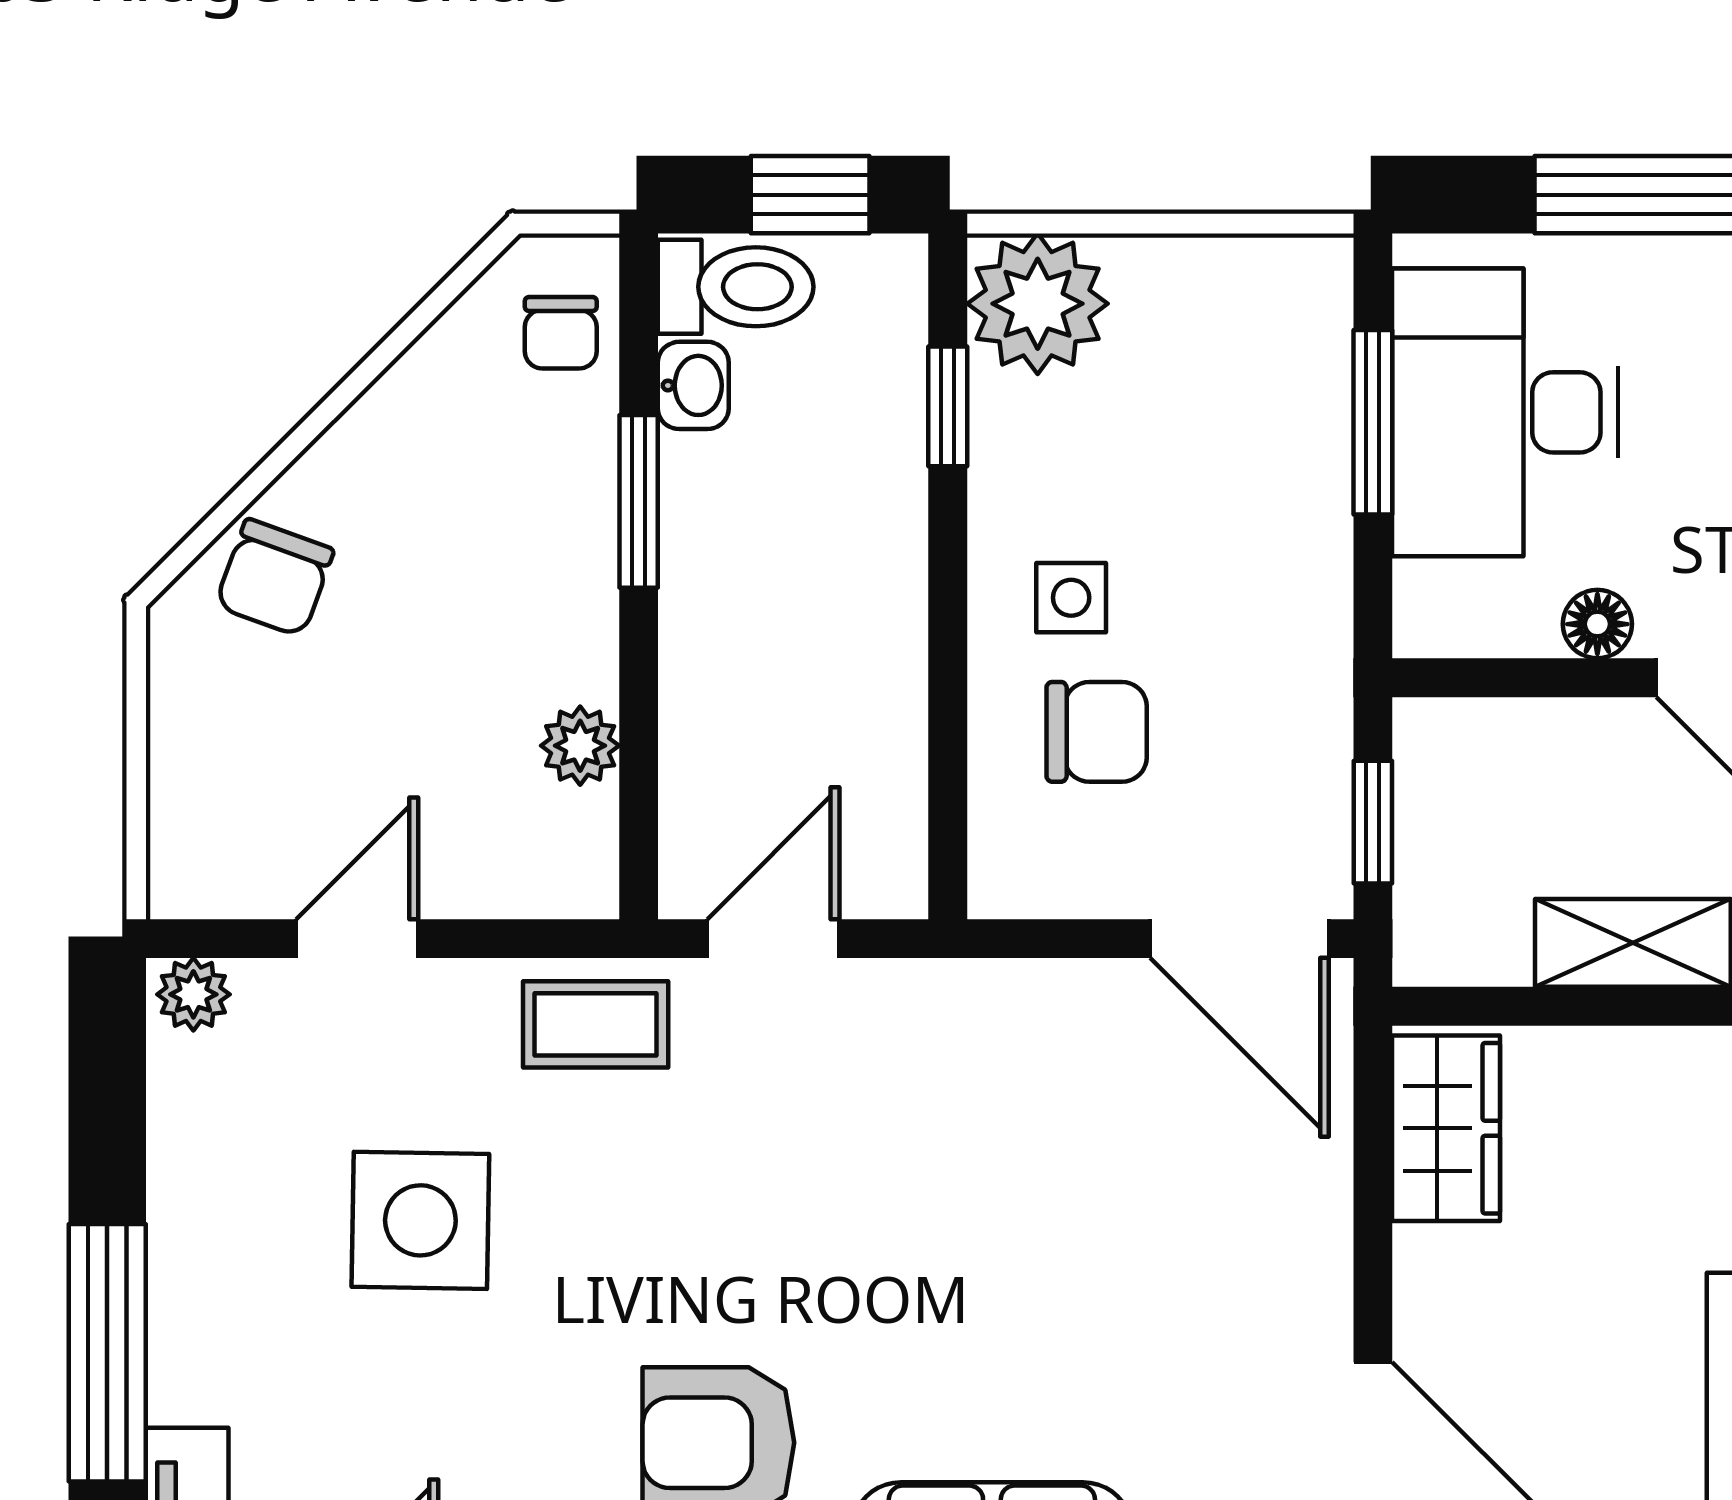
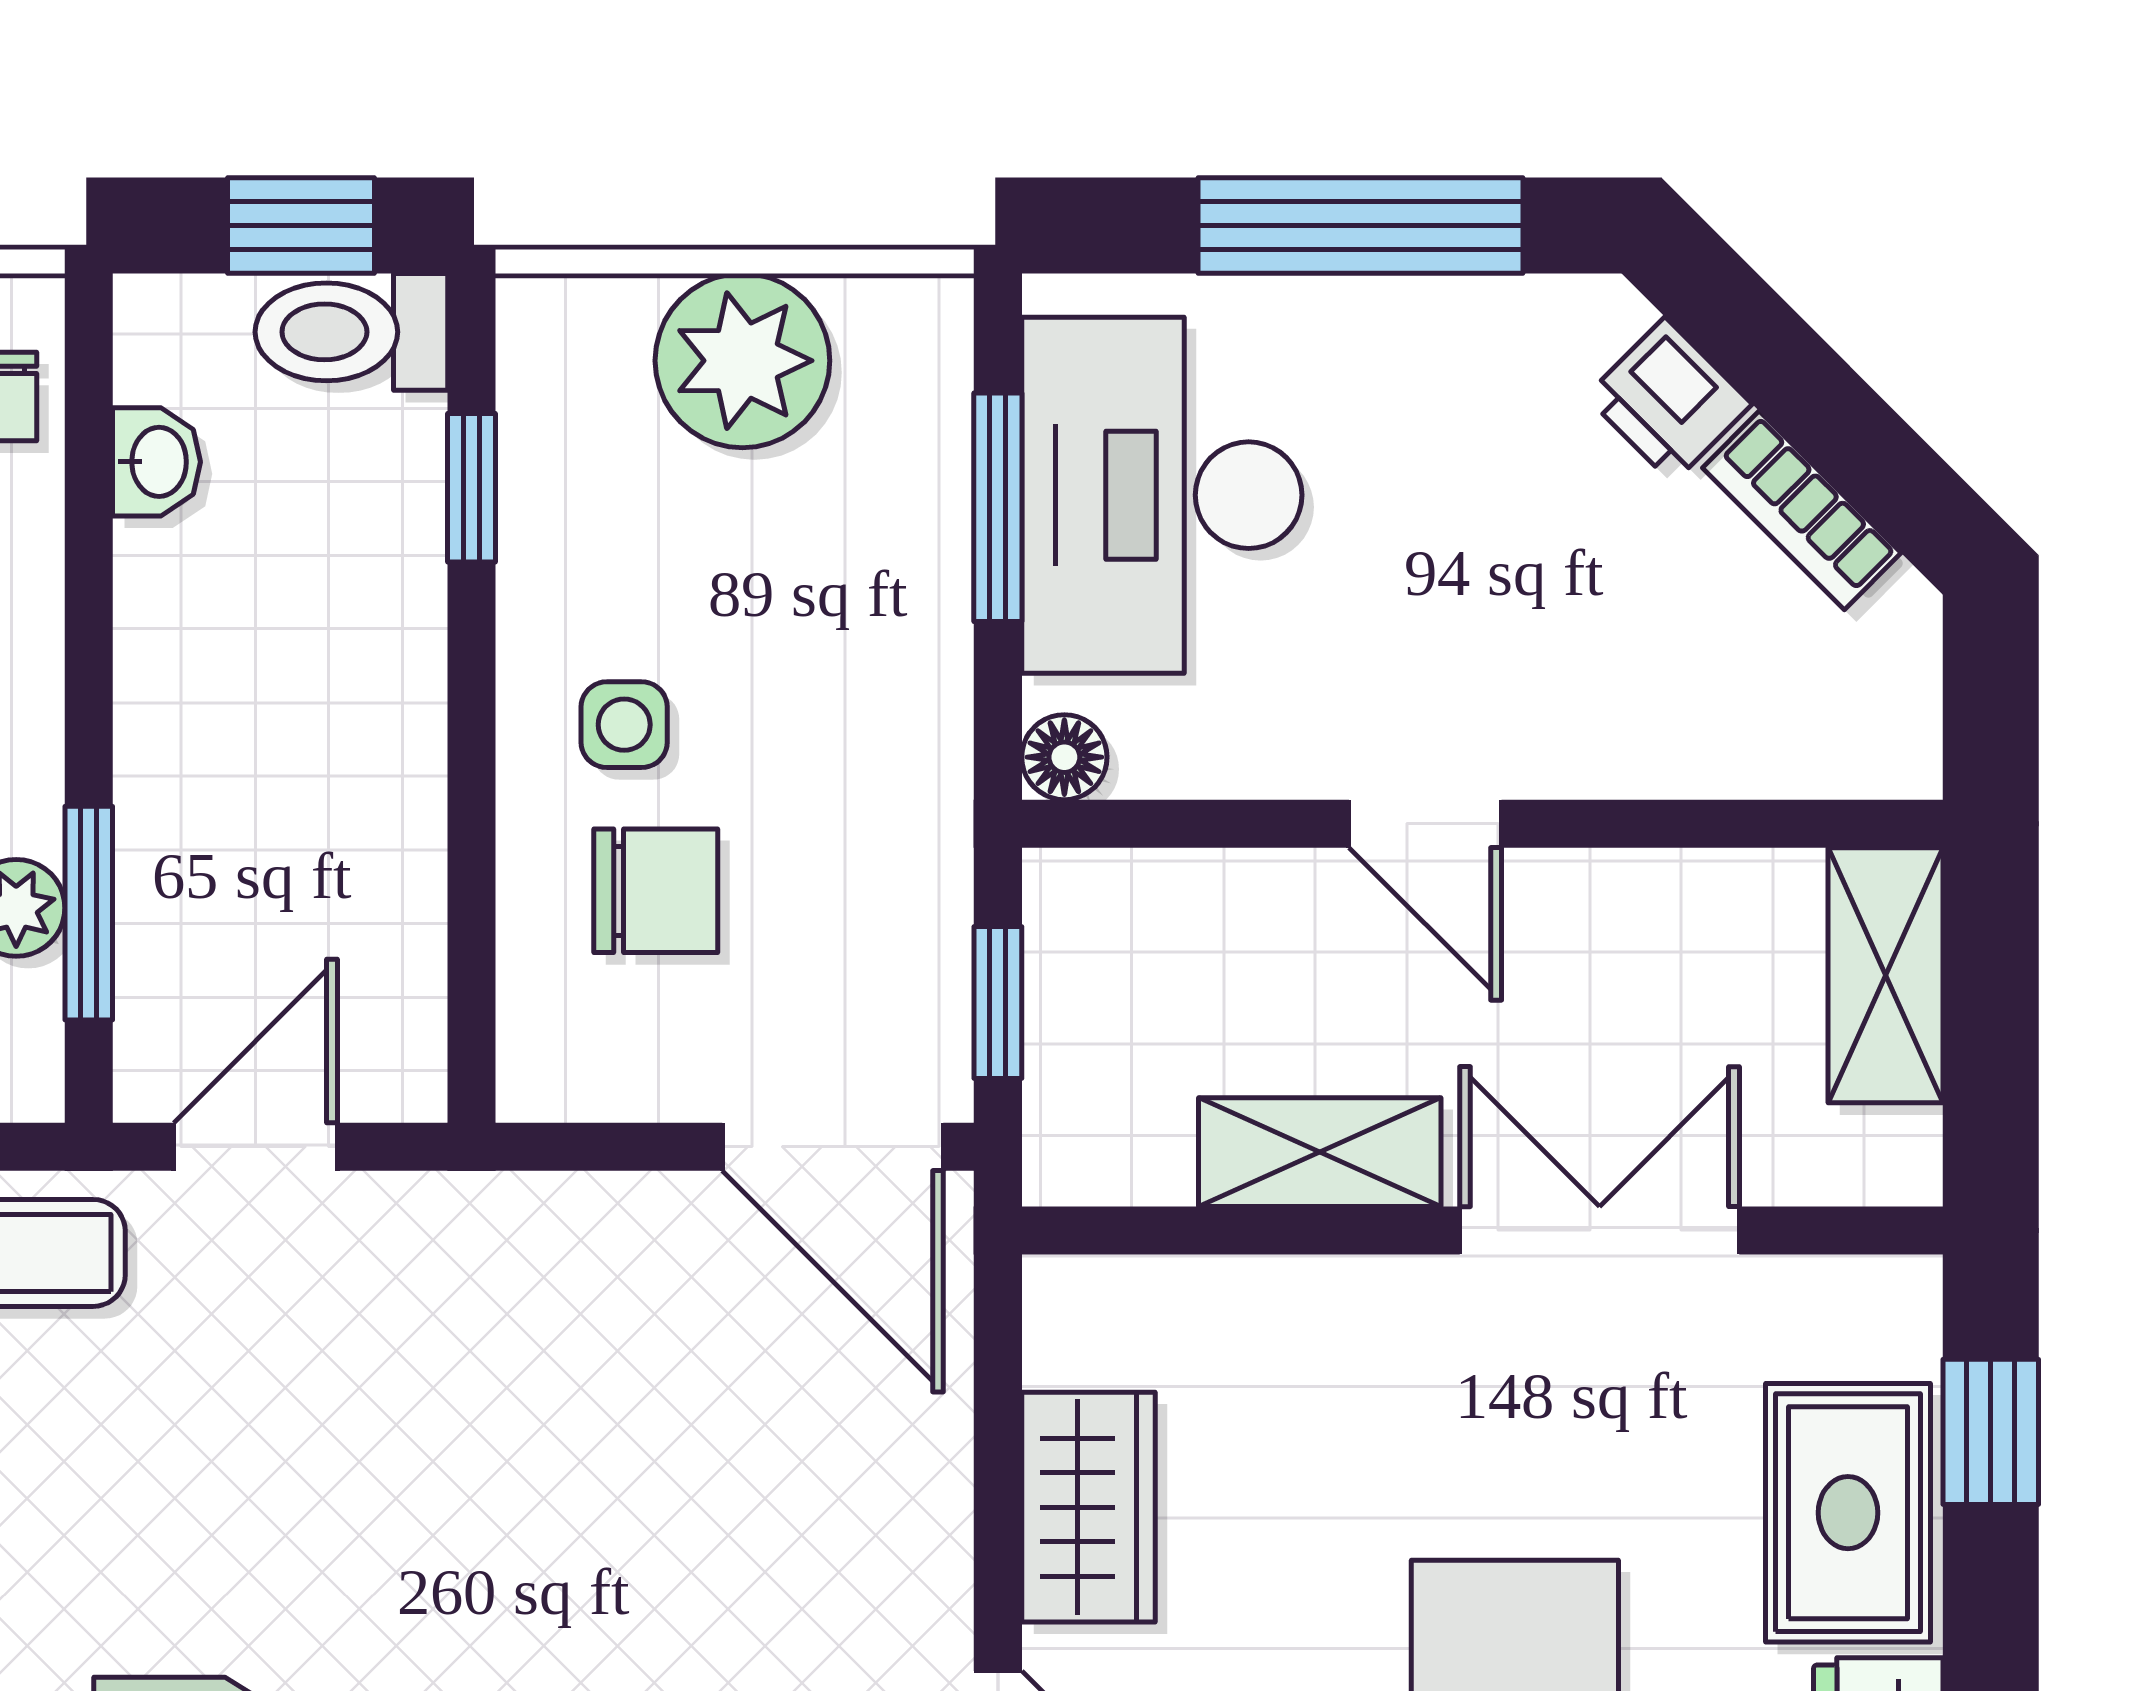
toilet: (736, 287) -> (351, 332), moved, turned 180
plant: (1038, 304) -> (742, 361), moved
window: (639, 501) -> (89, 913), moved
floor lamp: (1597, 624) -> (1064, 757), moved
wardrobe: (1446, 1128) -> (1088, 1507), moved

